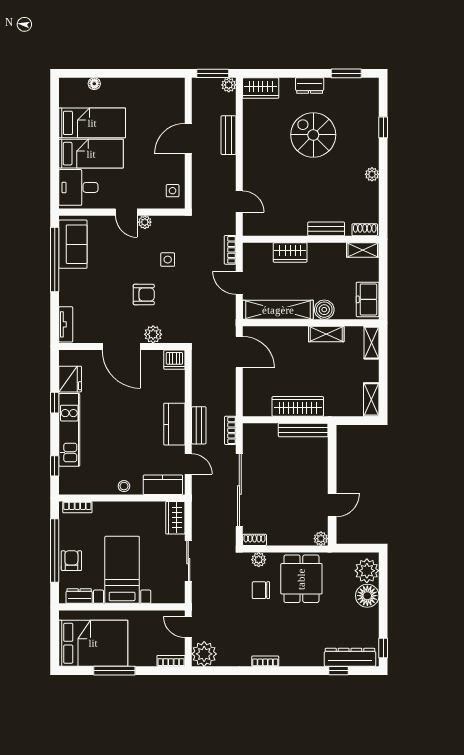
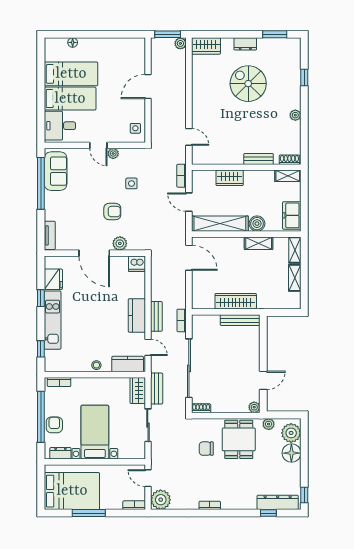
bench: (229, 135) -> (157, 389), moved
shelving: (371, 399) -> (295, 278), moved
plant: (259, 560) -> (269, 424), moved

